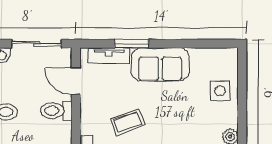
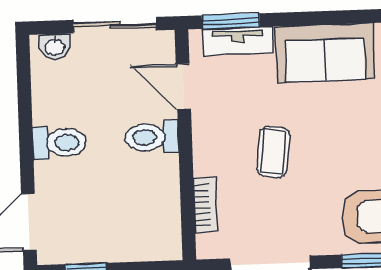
window: (132, 44) -> (231, 21), moved
coffee table: (128, 122) -> (273, 152), turned -63

